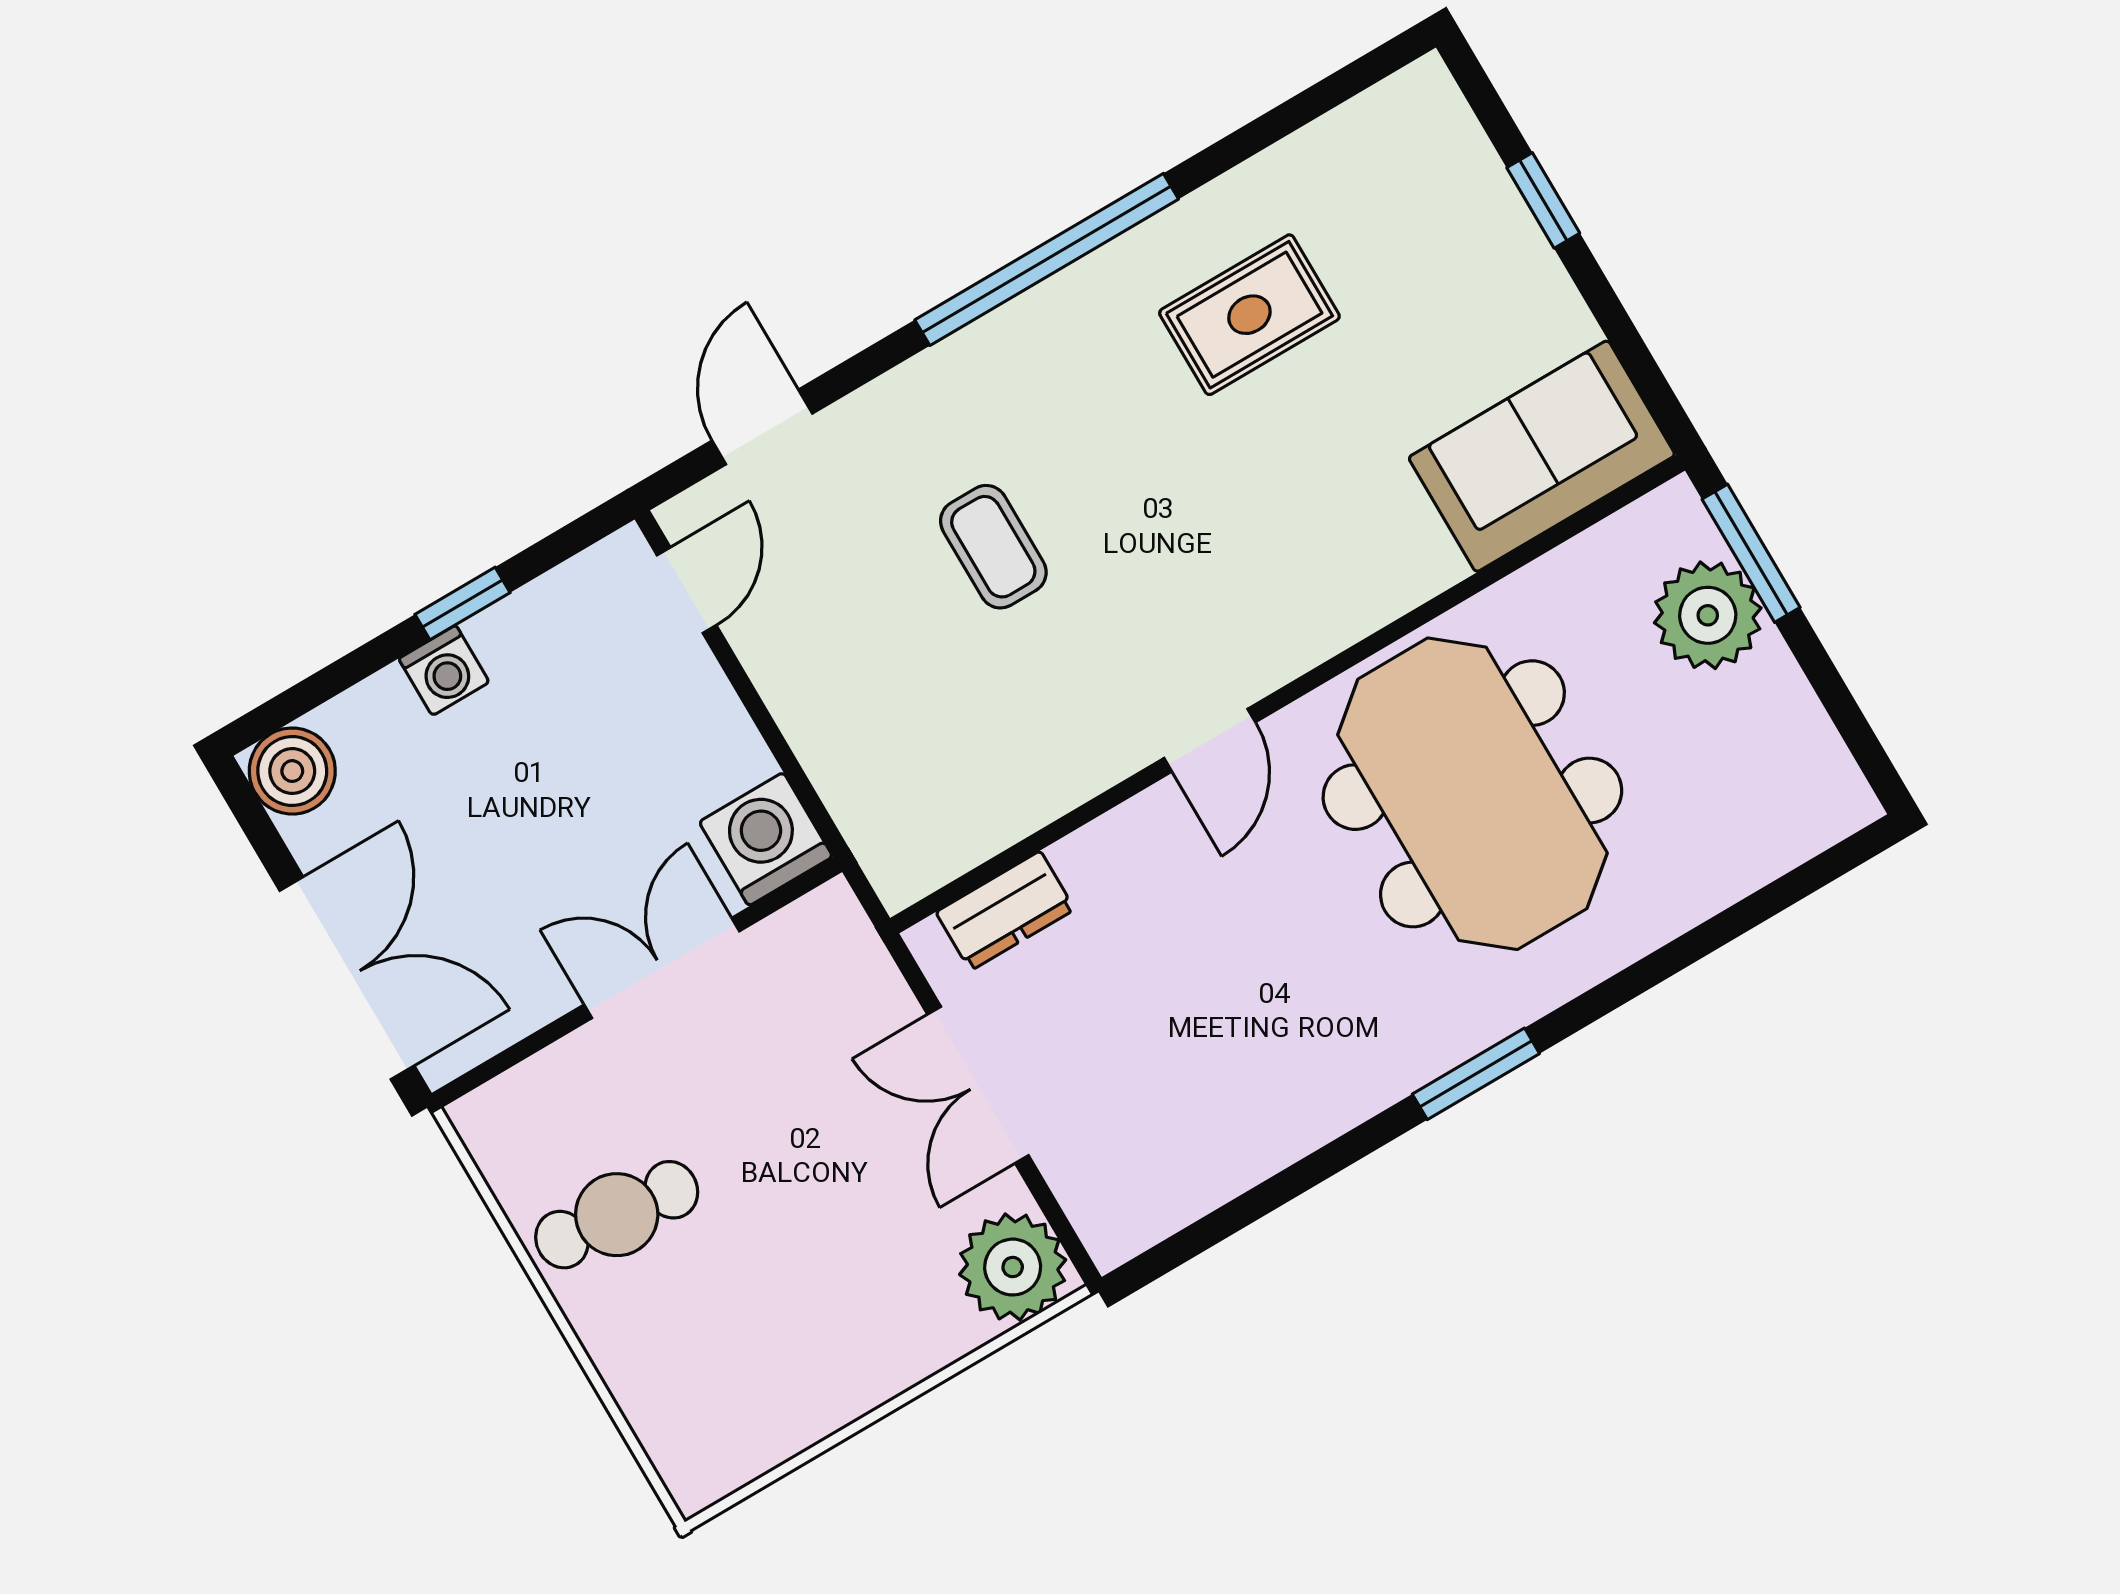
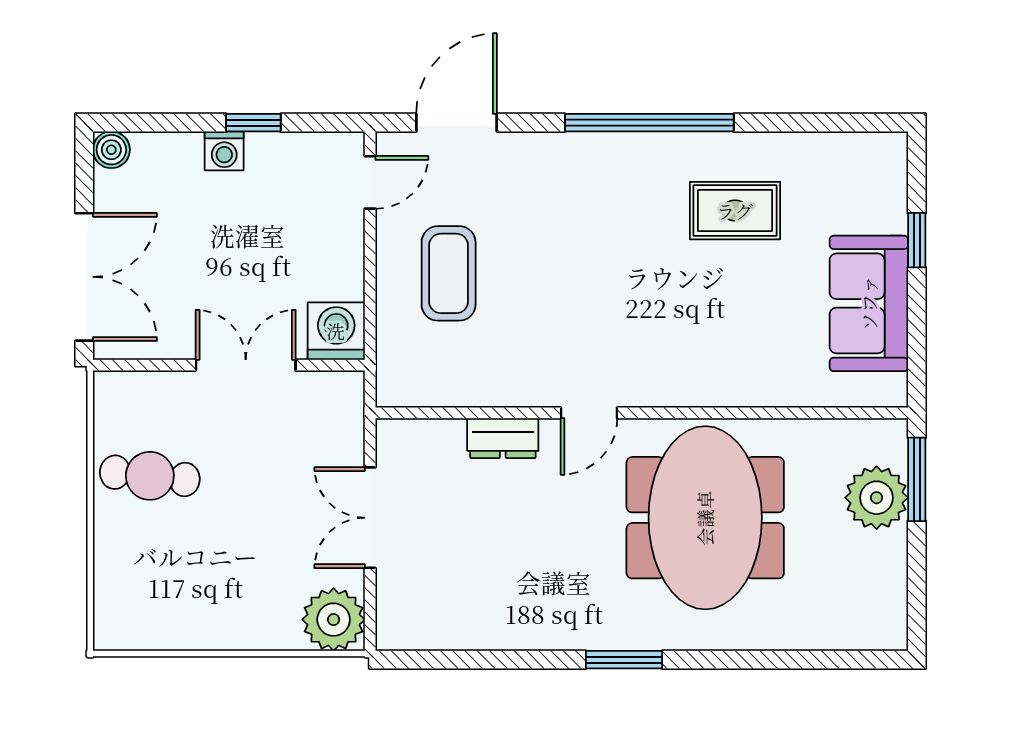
door: (762, 427) -> (457, 123), width x1.38
sofa: (1542, 456) -> (869, 303), moved, turned -90
coffee table: (993, 547) -> (449, 273), moved, width x1.36, depth x1.30
boiler: (292, 771) -> (111, 150), width x0.73, depth x0.73
dresser: (1005, 911) -> (503, 438), moved

